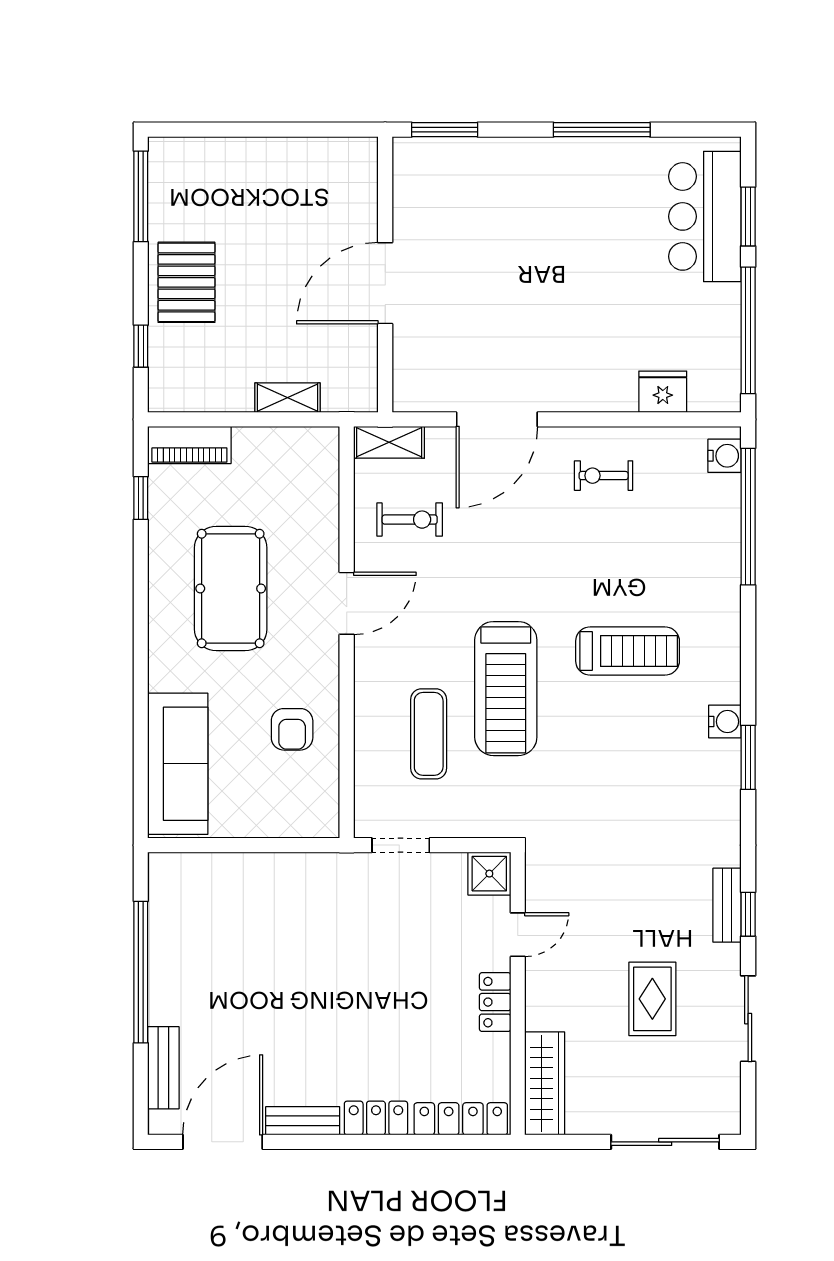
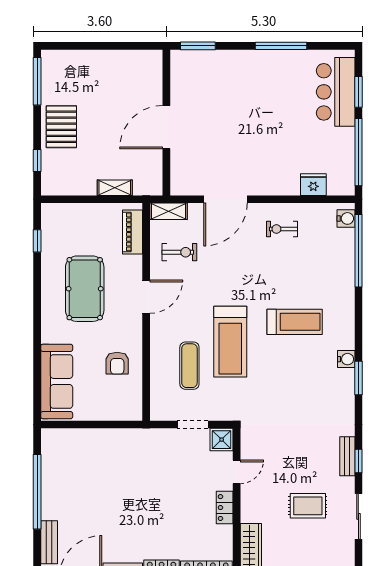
piano: (189, 445) -> (133, 232), moved, turned 90
doorway: (401, 845) -> (193, 425), moved
rug: (652, 999) -> (308, 506), turned 90

